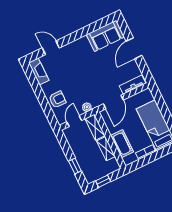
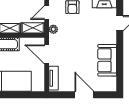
sofa: (105, 36) -> (107, 60), moved
door: (74, 121) -> (47, 12), swing flipped

